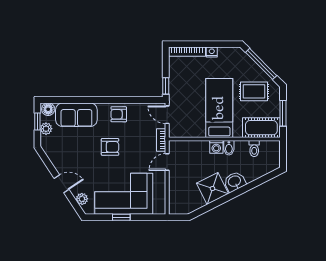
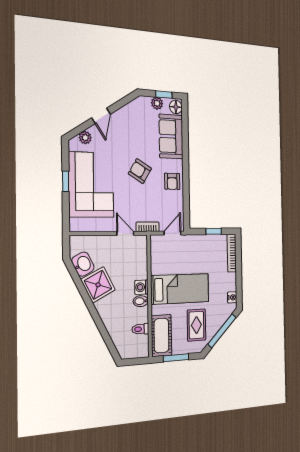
nightstand: (212, 52) -> (232, 297), moved
window: (166, 86) -> (214, 231), moved
armchair: (119, 114) -> (172, 181), turned 180
armchair: (110, 147) -> (140, 171), turned 121
washbasin: (235, 182) -> (83, 264), moved

